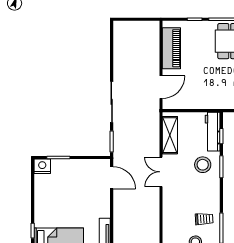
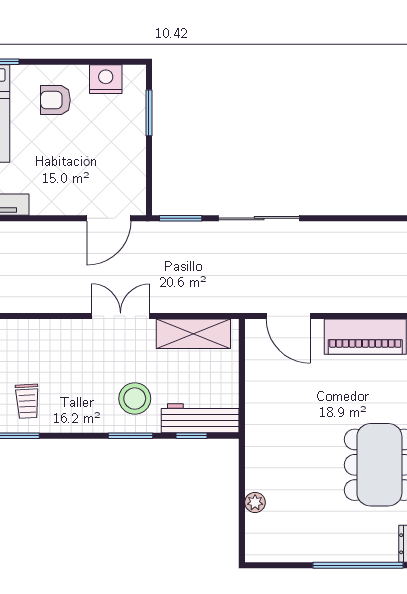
nightstand: (42, 166) -> (106, 79), moved, turned -90
armchair: (52, 205) -> (55, 100), added

